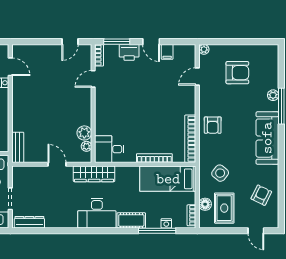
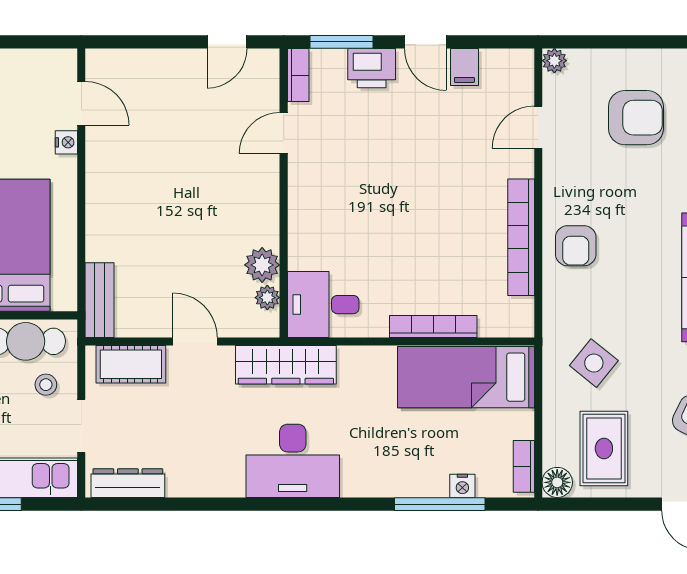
bookcase: (190, 139) -> (521, 237), moved
floor lamp: (205, 204) -> (557, 482), moved
cot: (131, 220) -> (131, 364), moved

